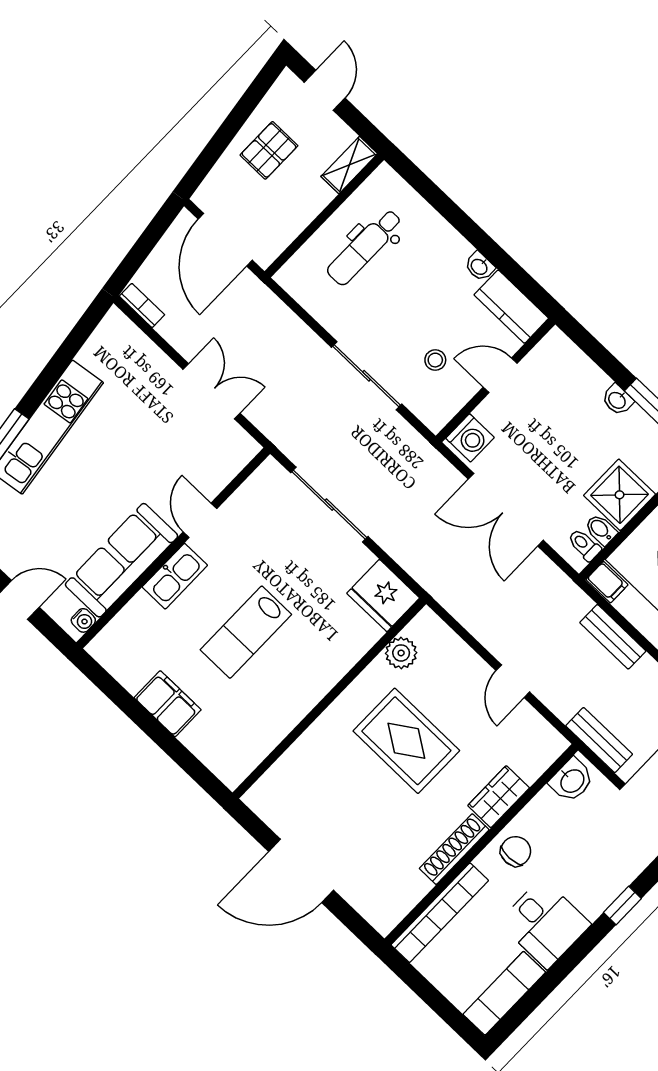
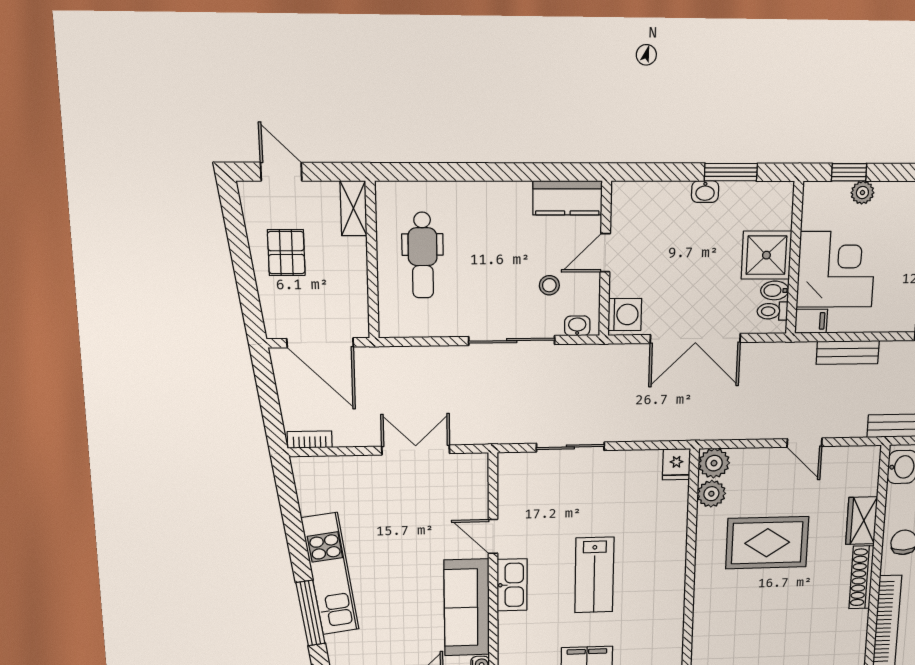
washbasin: (479, 266) -> (577, 326), moved, turned 180
sliding door: (329, 505) -> (570, 447), width x0.73
fridge: (383, 596) -> (676, 464), width x0.53, depth x0.75
plant: (427, 628) -> (714, 463), added

